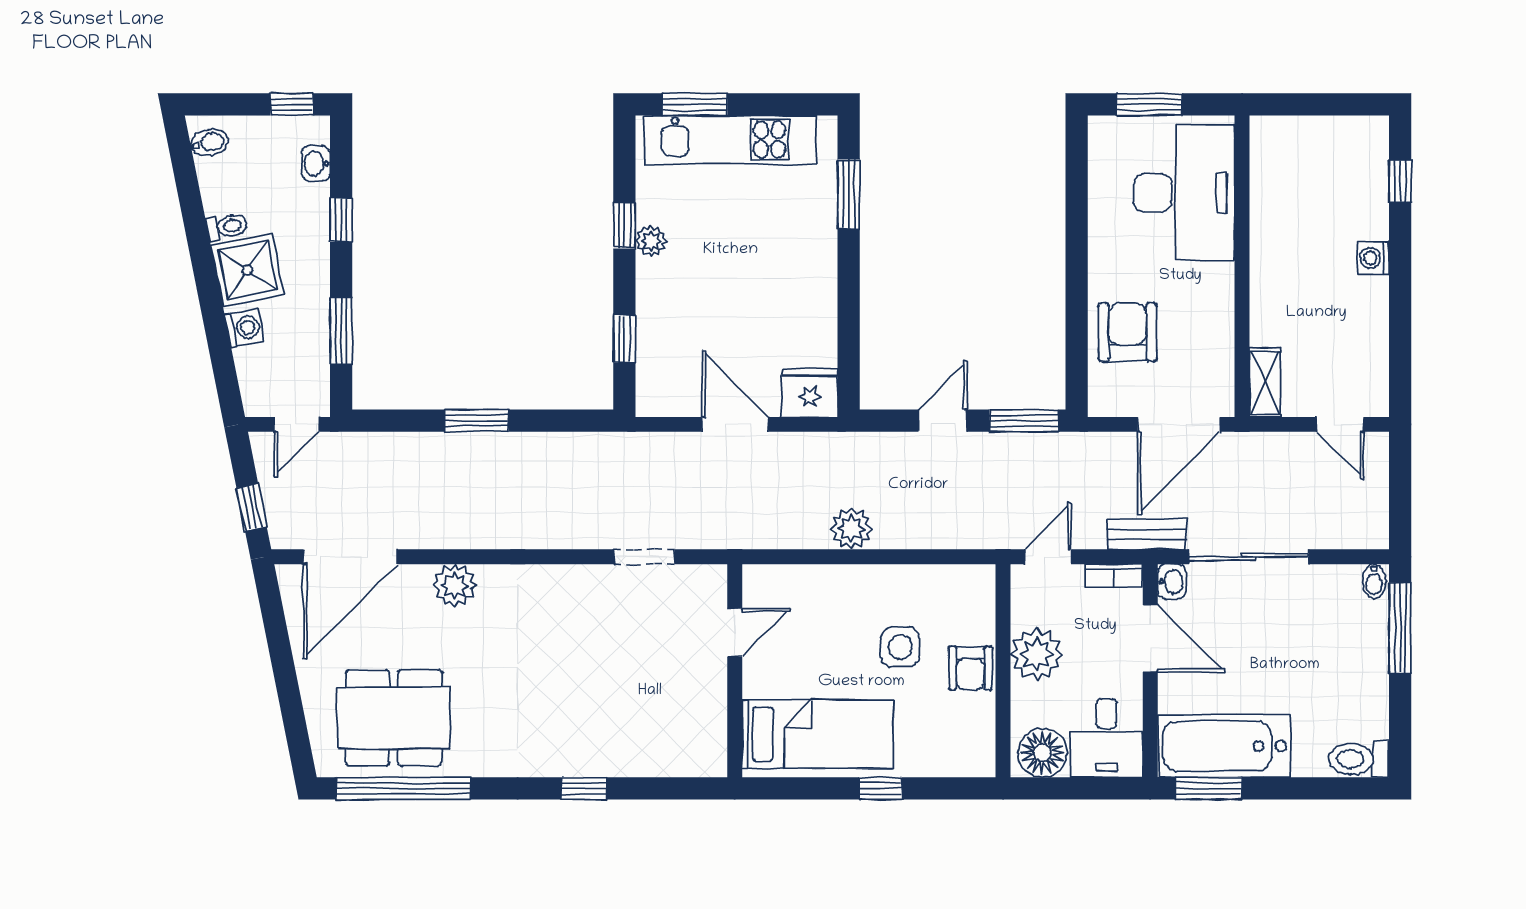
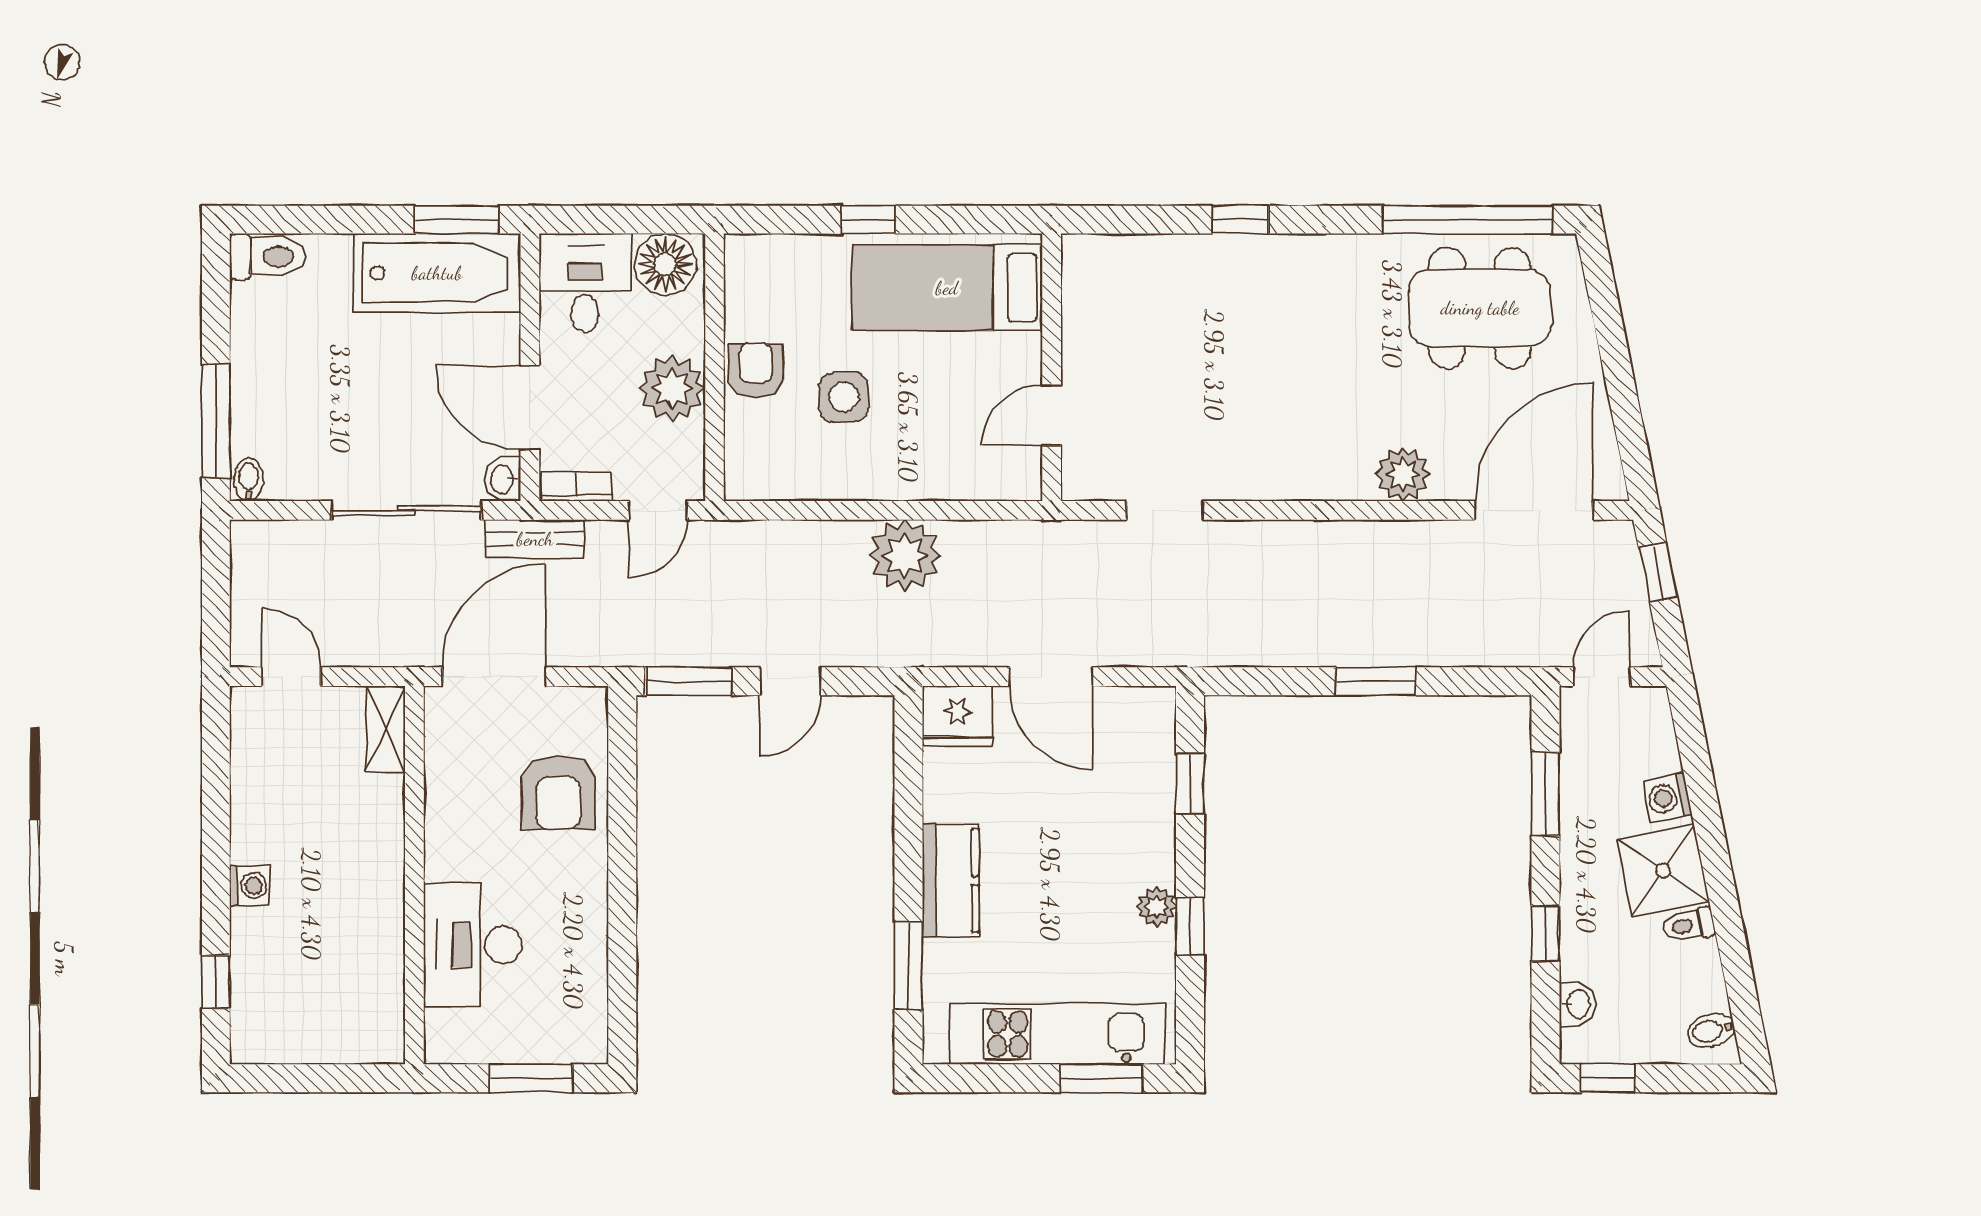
desk: (1184, 193) -> (473, 945), width x0.73, depth x0.77
kitchen counter: (815, 262) -> (950, 881), added
plant: (851, 529) -> (905, 555), width x1.36, depth x1.36

